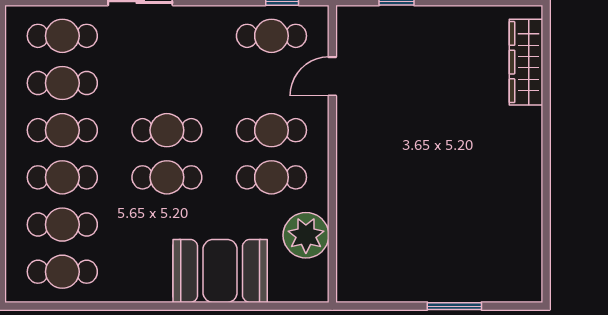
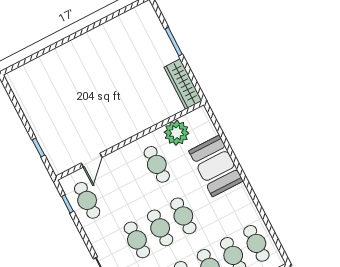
wardrobe: (526, 62) -> (183, 84), moved, turned 90
door: (332, 76) -> (92, 160), hinge flipped
cafe table: (271, 130) -> (137, 240), moved

